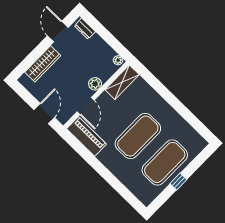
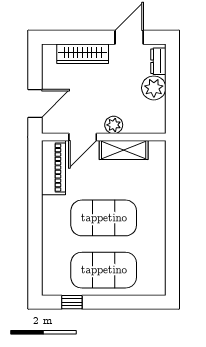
plant: (118, 60) -> (154, 88), moved, width x1.87, depth x1.87
shelving: (122, 82) -> (124, 150), moved
window: (178, 182) -> (72, 302), moved

